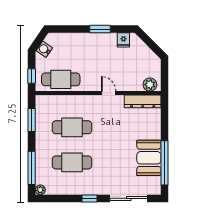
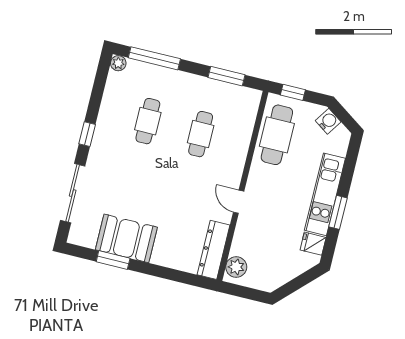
kitchen unit: (91, 40) -> (325, 194), added
door: (109, 93) -> (239, 202), swing flipped
cafe table: (72, 127) -> (201, 134), width x0.73, depth x0.74
cafe table: (72, 162) -> (148, 121), width x0.73, depth x0.74
window: (164, 163) -> (113, 260), width x0.47

